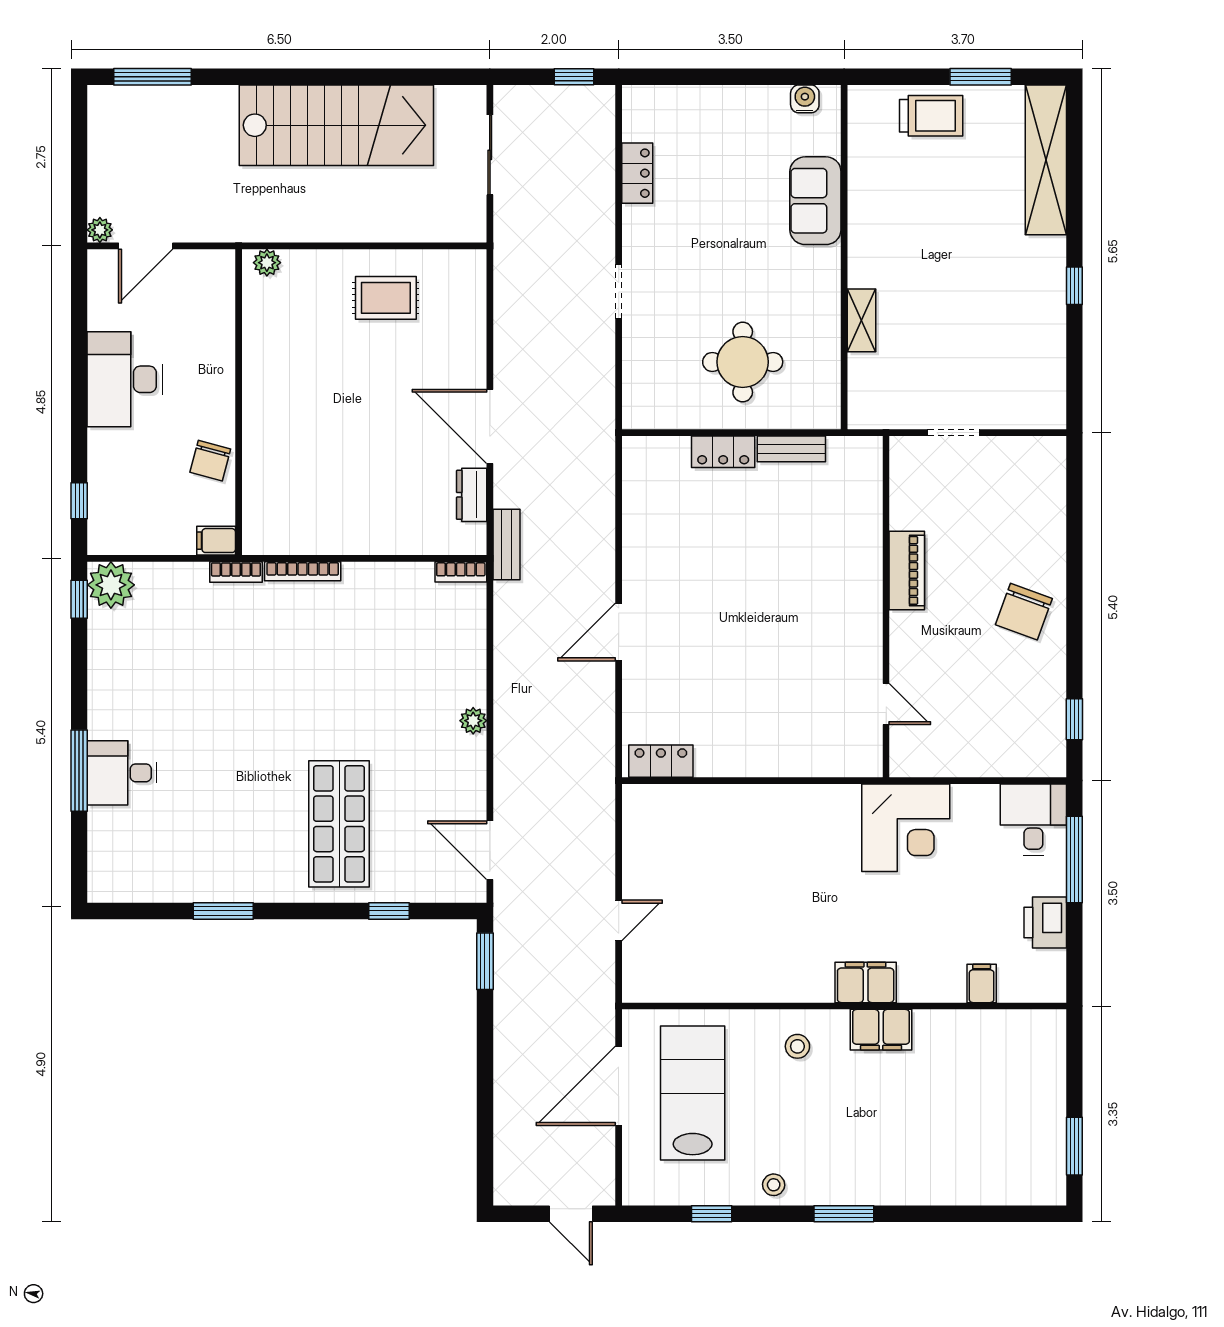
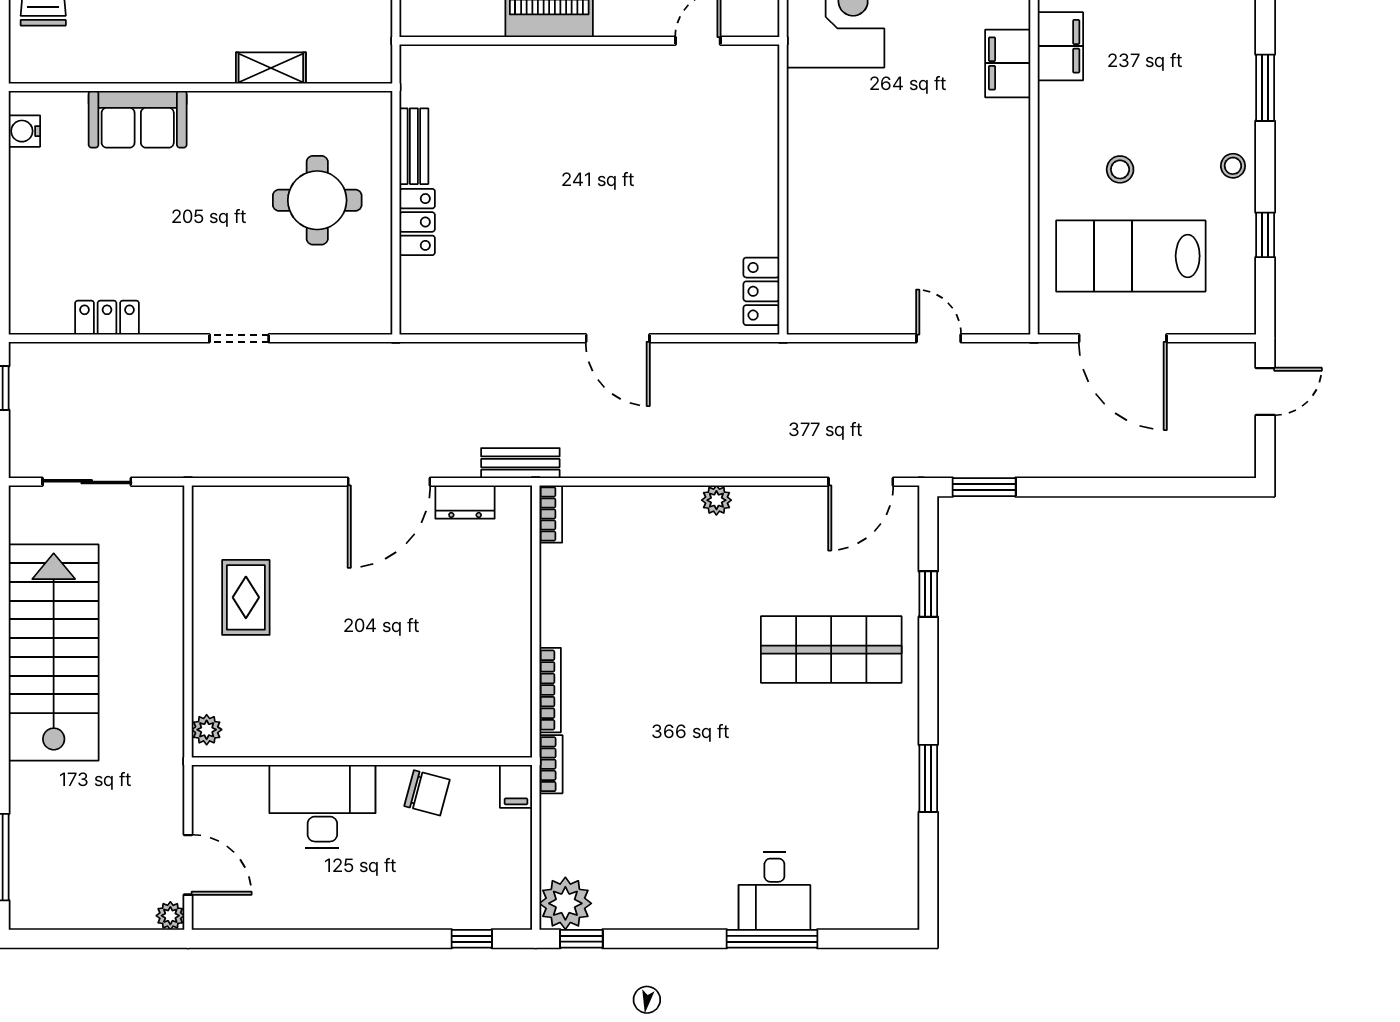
desk: (125, 379) -> (322, 807), moved, turned 180
stool: (797, 1046) -> (1120, 169), moved

